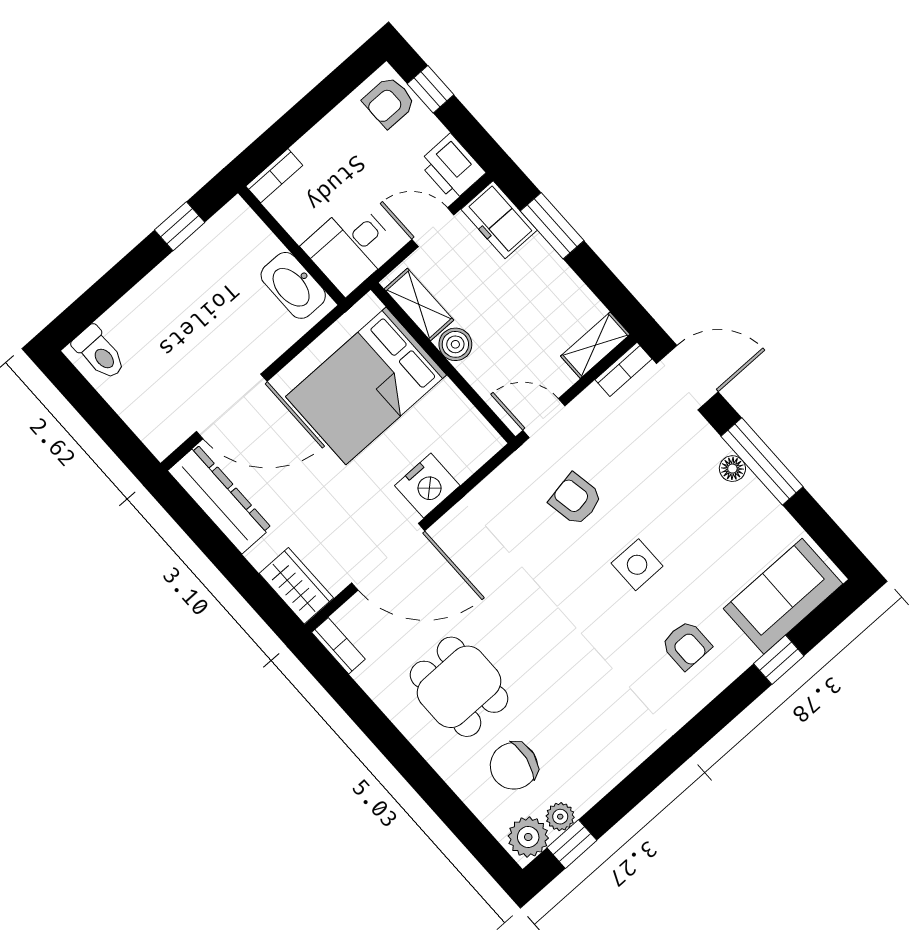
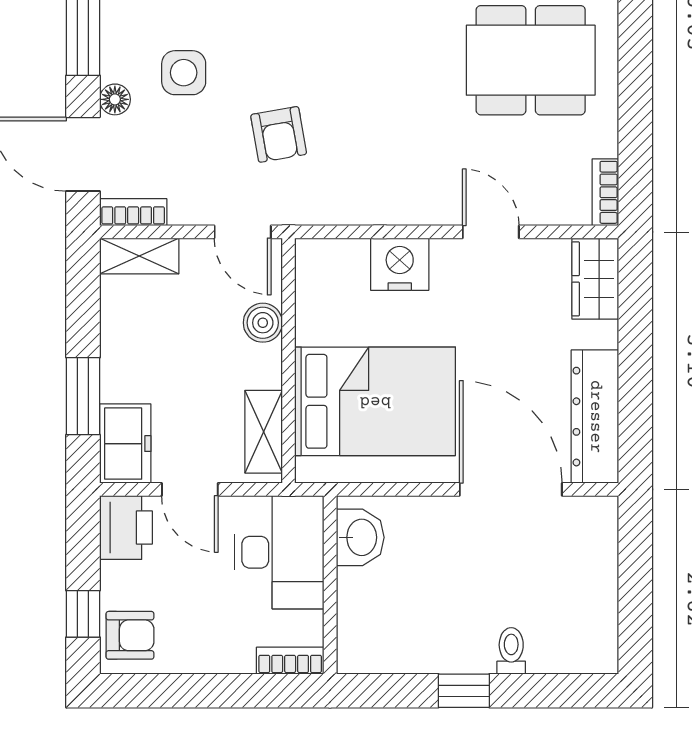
window: (180, 226) -> (464, 691), moved
desk: (350, 247) -> (279, 552), width x1.37
washbasin: (293, 285) -> (360, 537), width x0.72
boiler: (455, 344) -> (263, 323), moved
toilet: (99, 353) -> (511, 651), moved, width x0.73, depth x0.72
floor lamp: (732, 469) -> (115, 99), moved
door: (388, 557) -> (491, 232), width x0.53
side table: (637, 565) -> (184, 73), moved
dining table: (459, 687) -> (531, 60), width x1.38

